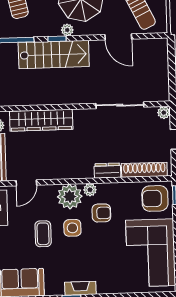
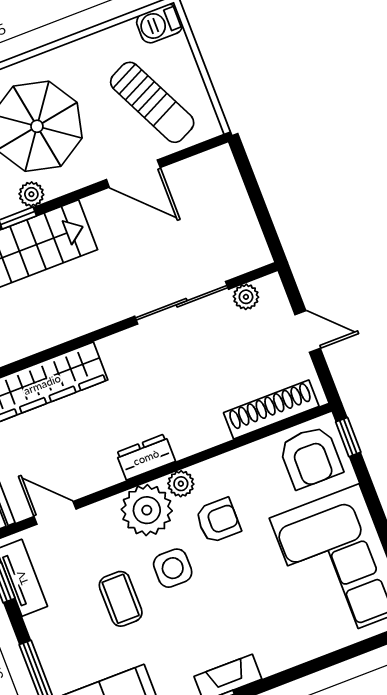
plant: (164, 113) -> (246, 297), moved
dresser: (107, 171) -> (146, 457), moved
door: (26, 183) -> (55, 513), swing flipped
armchair: (155, 198) -> (311, 457), turned -90

